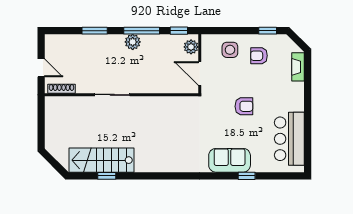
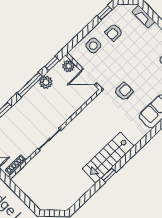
plant: (133, 42) -> (46, 82), moved
armchair: (244, 106) -> (124, 92), moved
stairs: (102, 160) -> (108, 157), moved
window: (107, 176) -> (109, 175), moved

